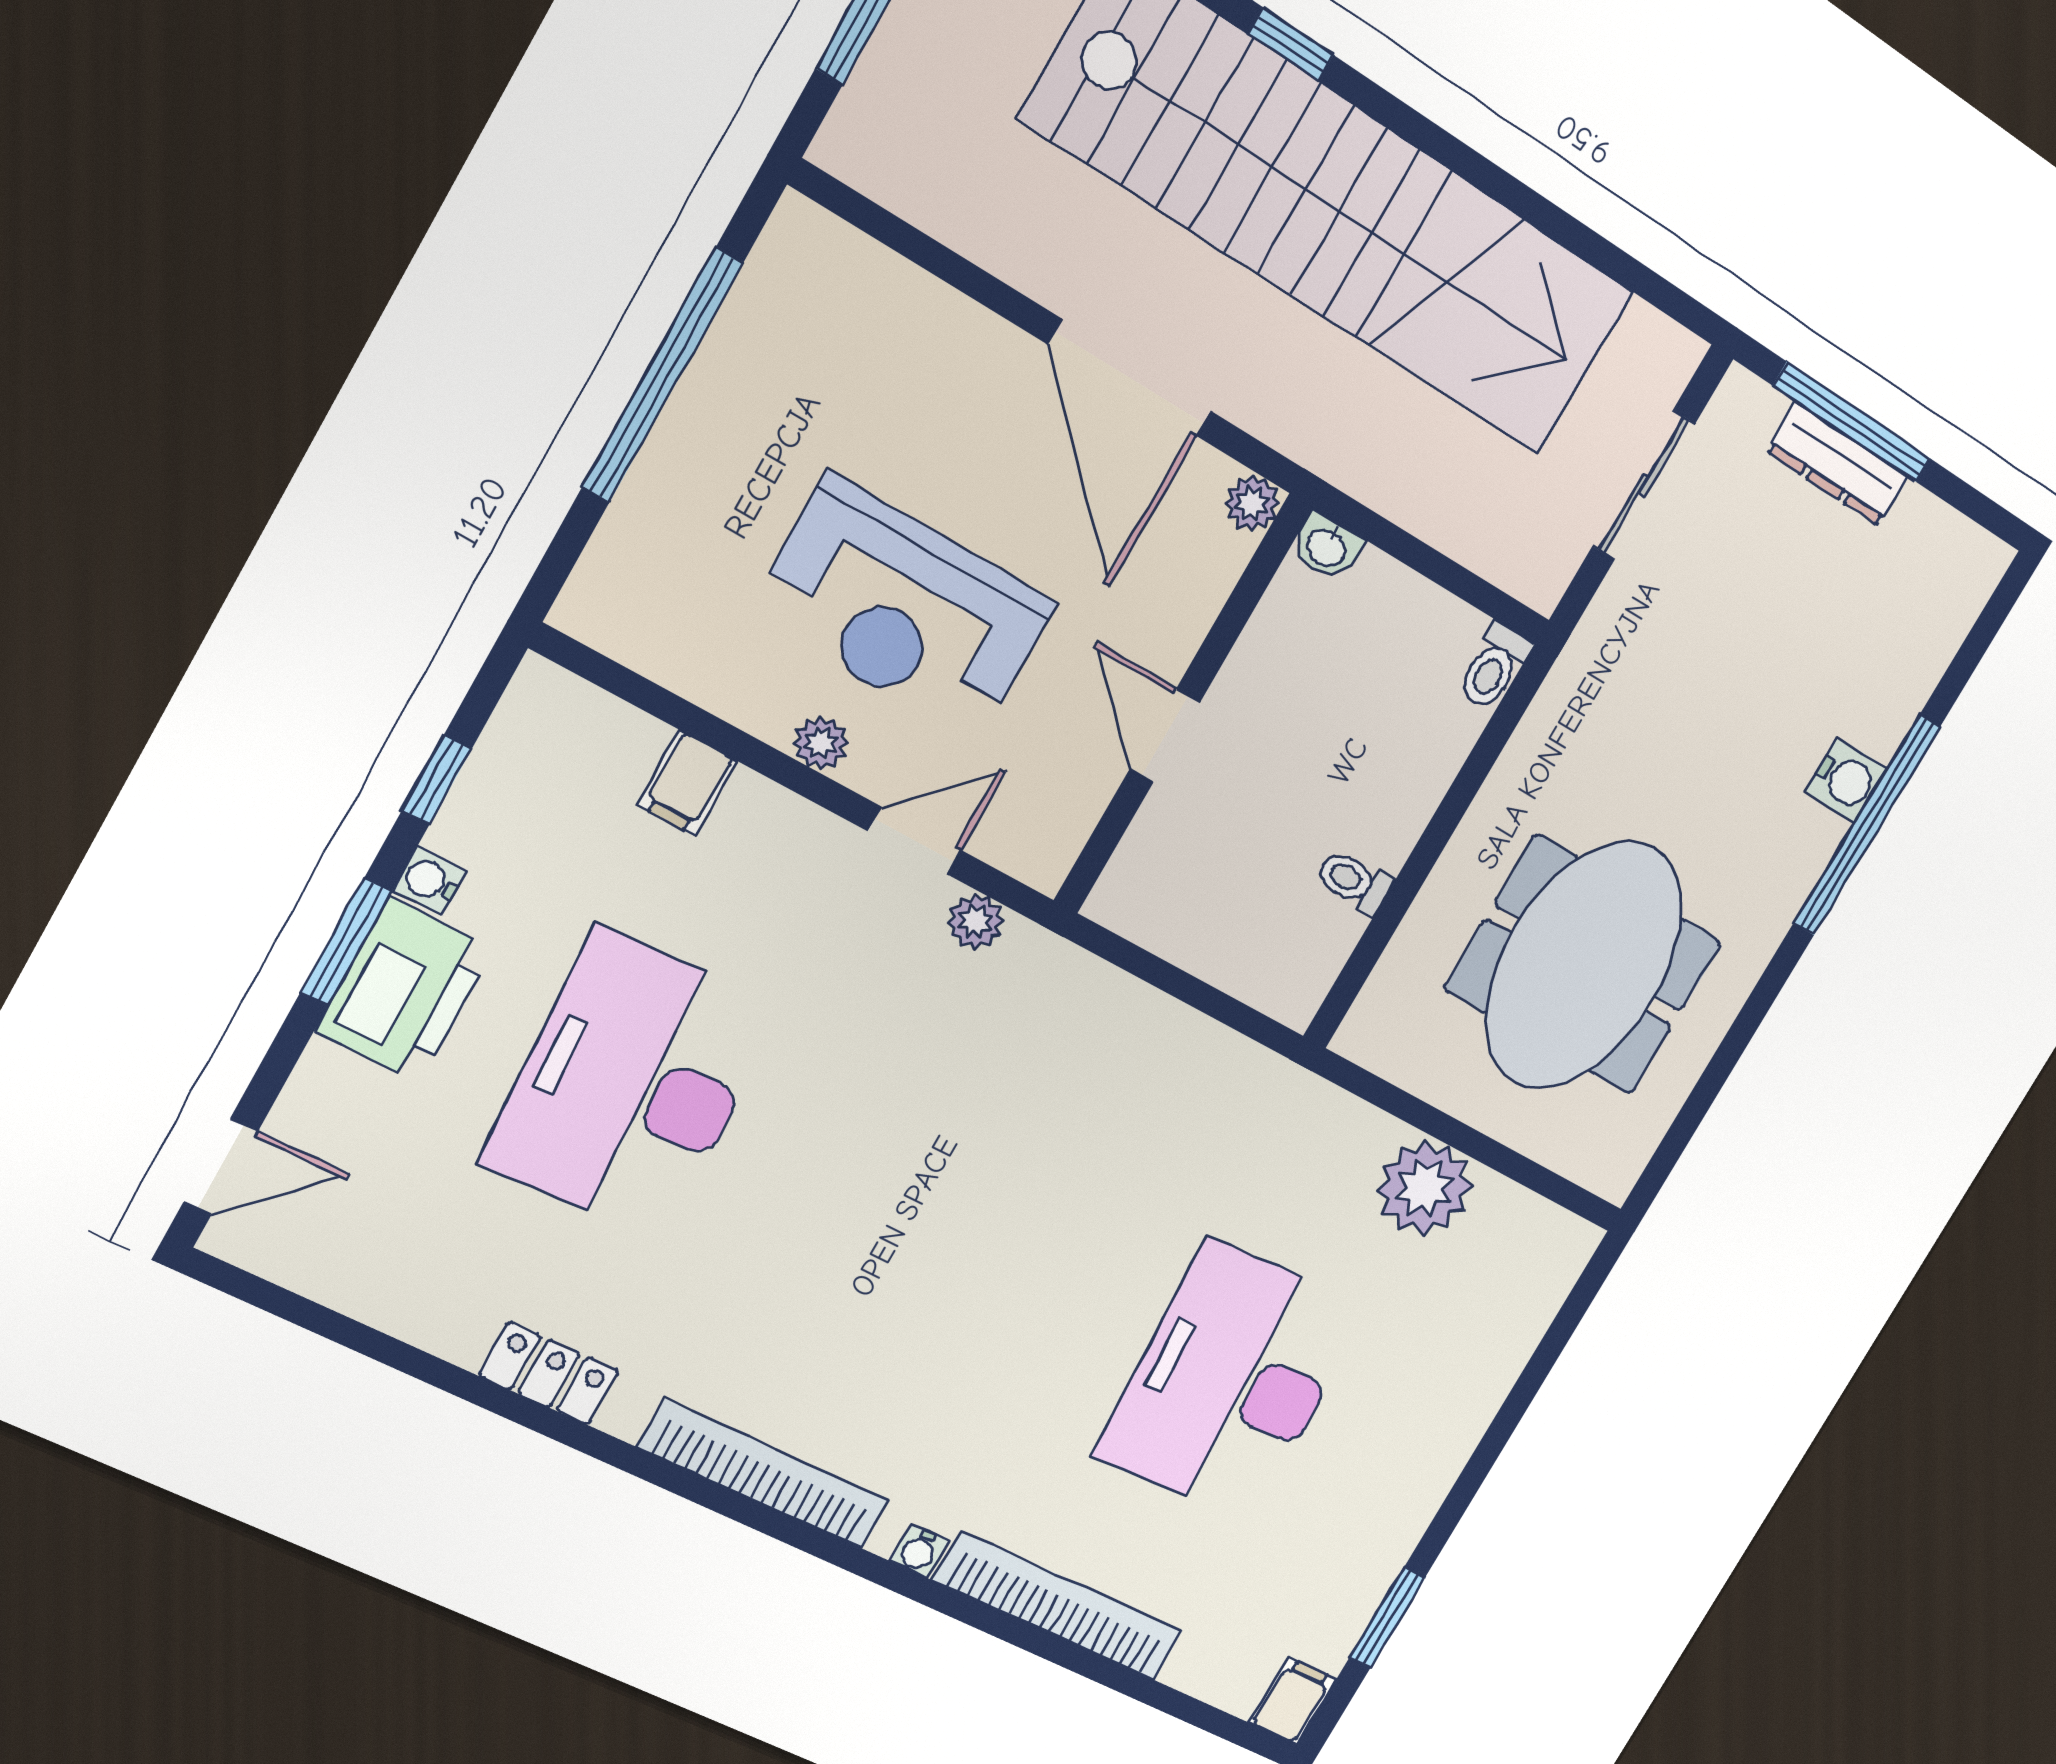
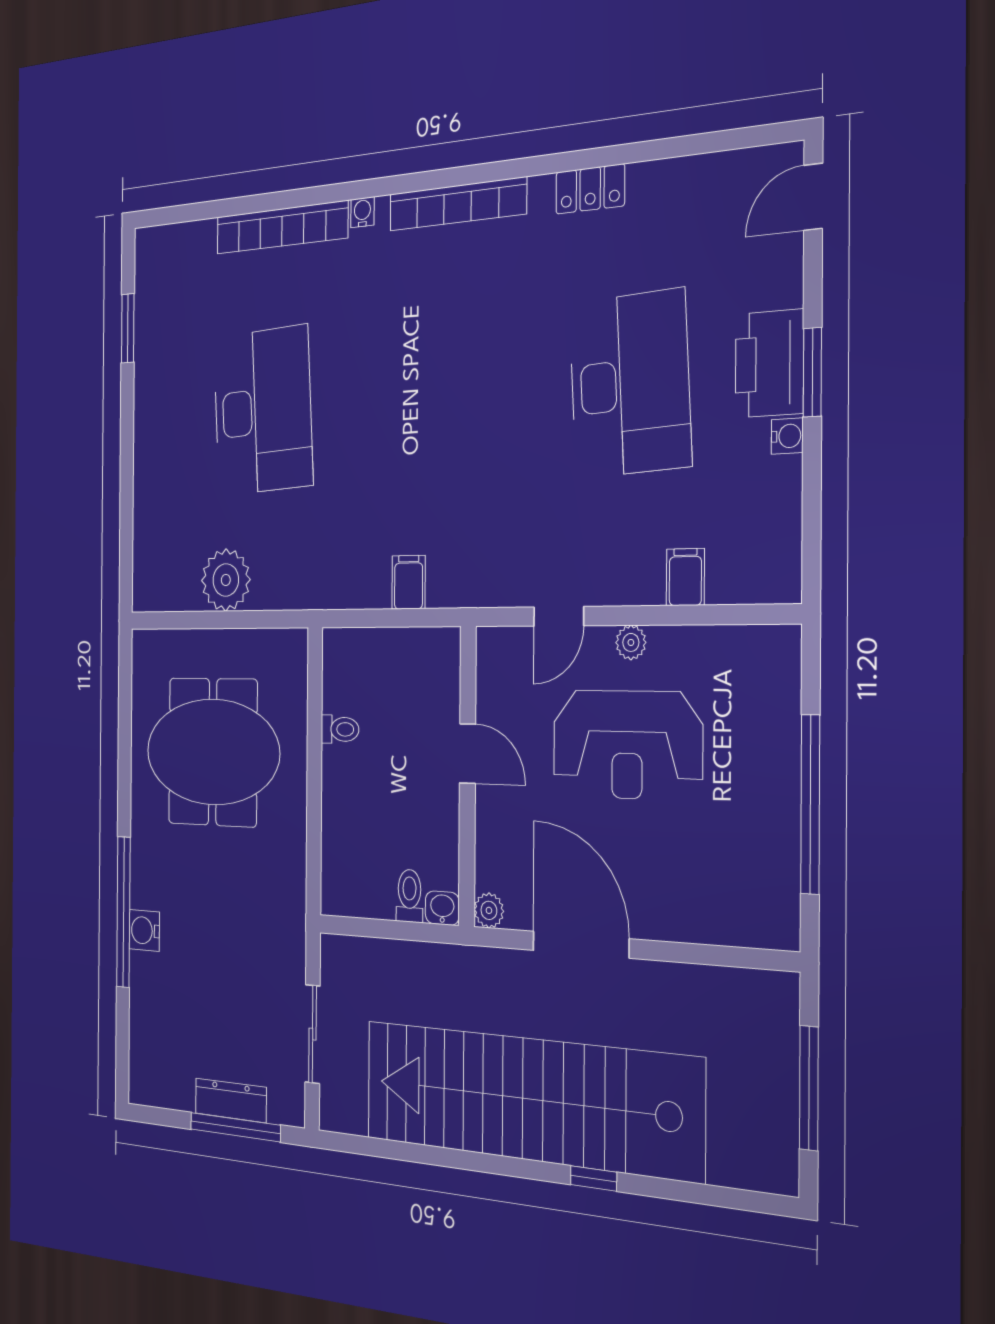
reception desk: (903, 609) -> (627, 745), turned 180
toilet: (1494, 667) -> (409, 896), moved
window: (437, 780) -> (812, 498), removed
plant: (976, 921) -> (507, 590), removed
meeting table: (1584, 965) -> (213, 752), turned 90
filing cabinet: (1292, 1701) -> (409, 582), moved, turned 180

